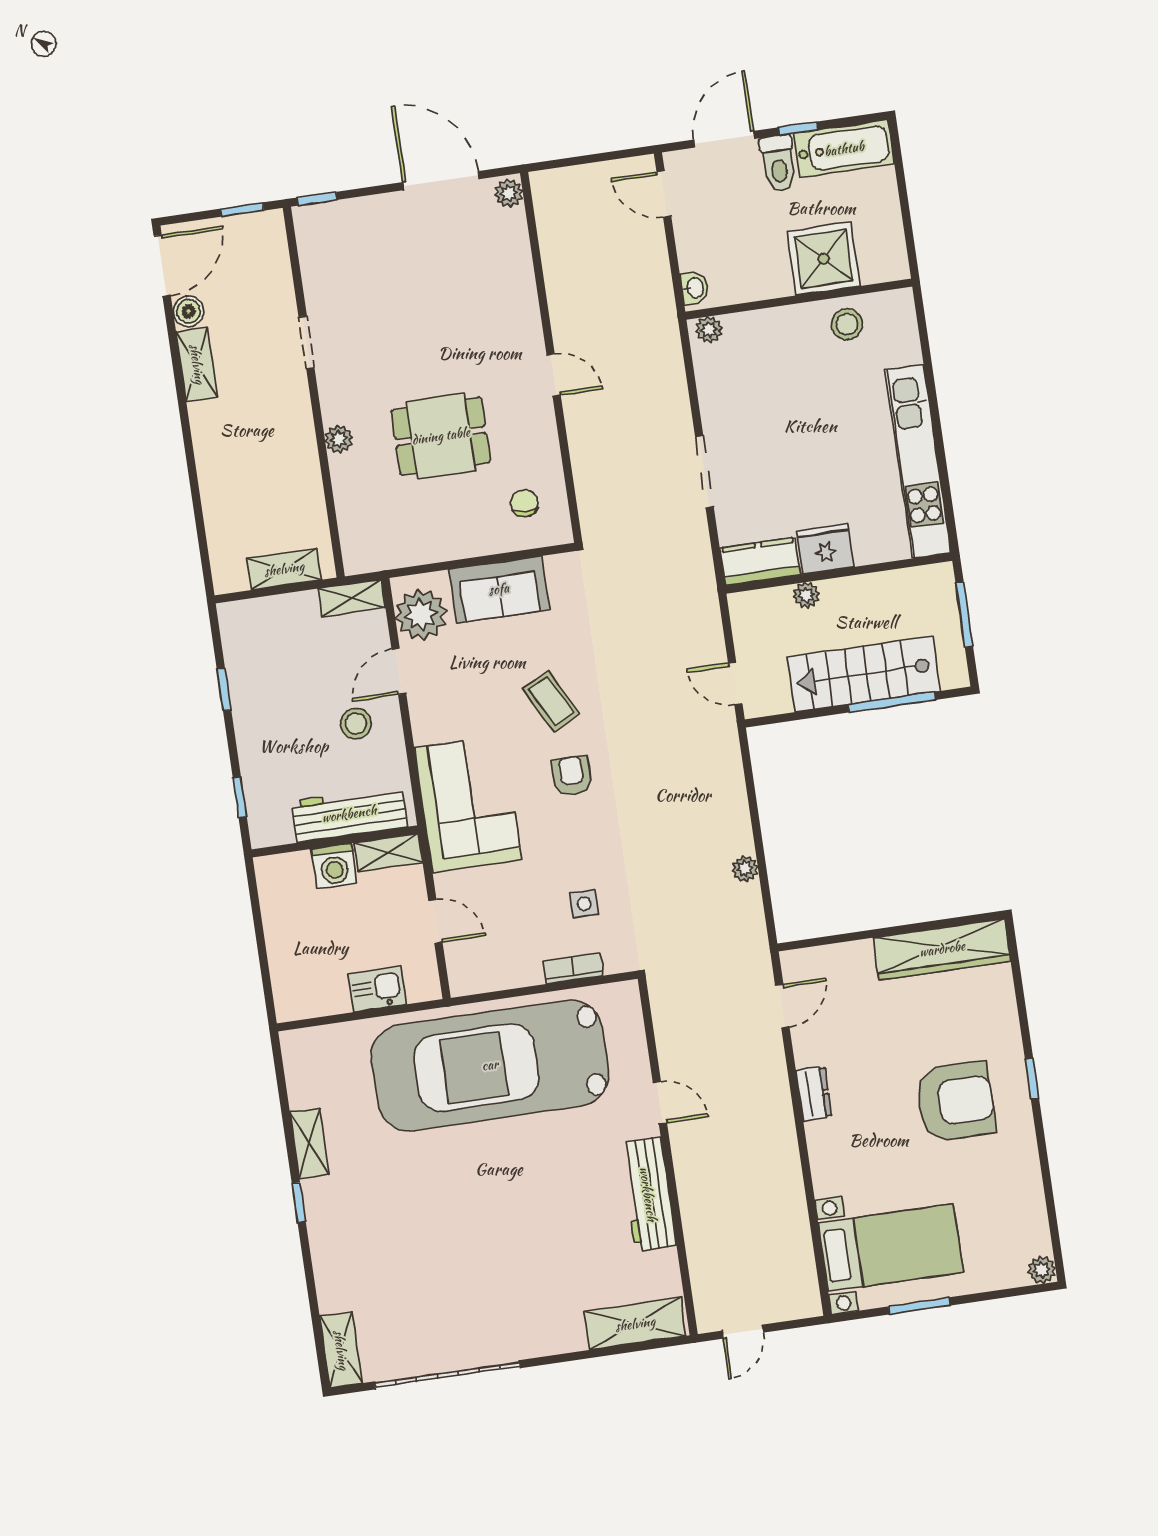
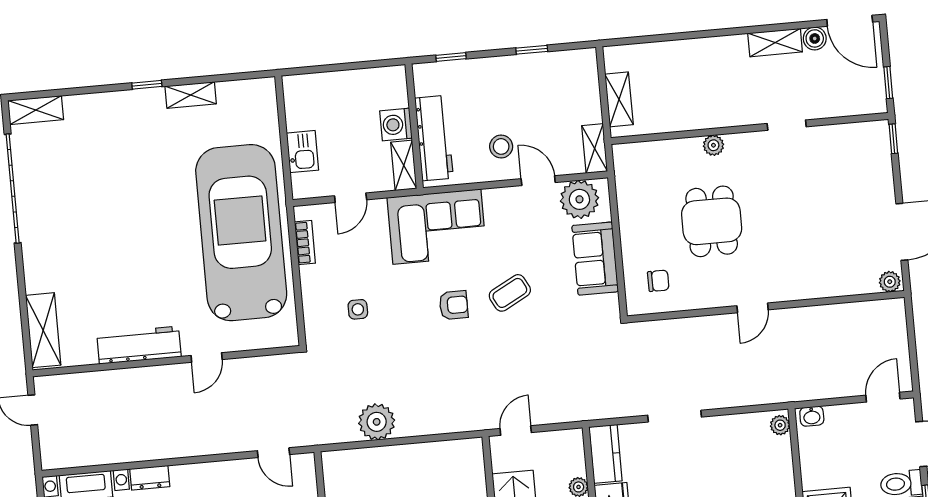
plant: (745, 869) -> (377, 422), width x1.88, depth x1.88
bookcase: (573, 968) -> (305, 242), moved
dresser: (814, 1094) -> (150, 478), moved

